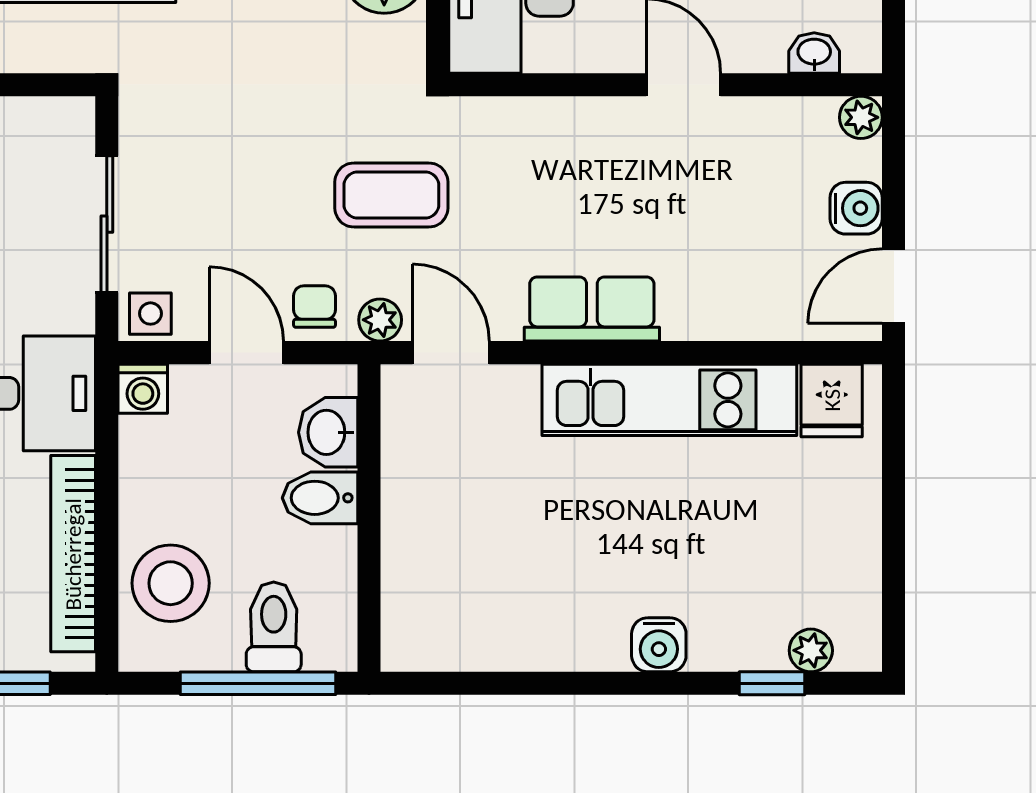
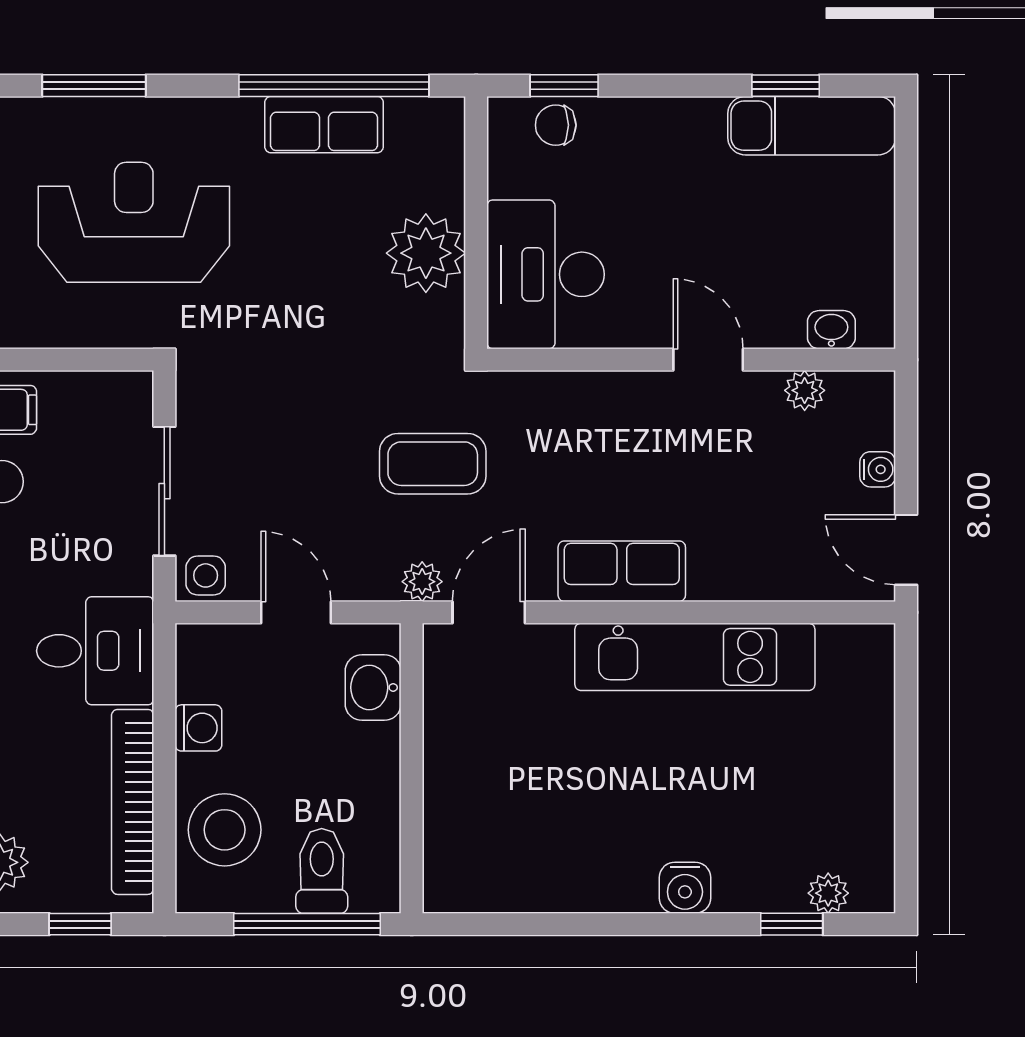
plant: (861, 117) -> (805, 390), moved
water cooler: (856, 208) -> (878, 469), width x0.72, depth x0.72
door: (894, 286) -> (906, 550), hinge flipped
chair: (314, 307) -> (360, 569), removed
door: (451, 353) -> (489, 612), hinge flipped
washing machine: (143, 389) -> (198, 728), moved, turned -90
fridge: (832, 400) -> (848, 657), removed
bidet: (320, 498) -> (365, 749), removed

